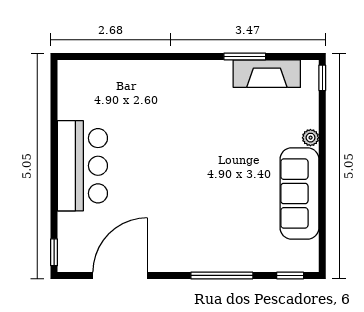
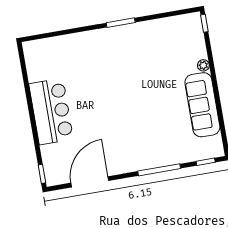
window: (245, 56) -> (121, 23), moved
fireplace: (267, 74) -> (166, 27), removed

